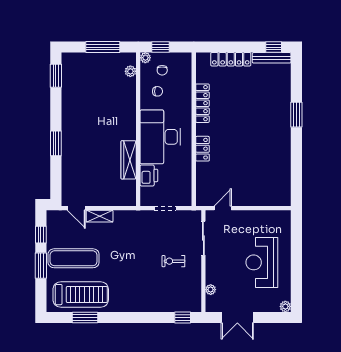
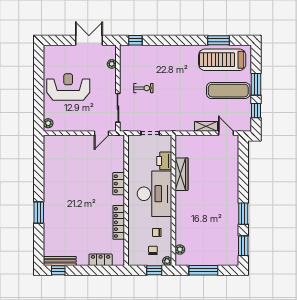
locker: (231, 59) -> (101, 260), width x0.66
window: (56, 143) -> (243, 214), moved
reception desk: (262, 262) -> (68, 87), turned -90
plant: (285, 306) -> (48, 123), moved

